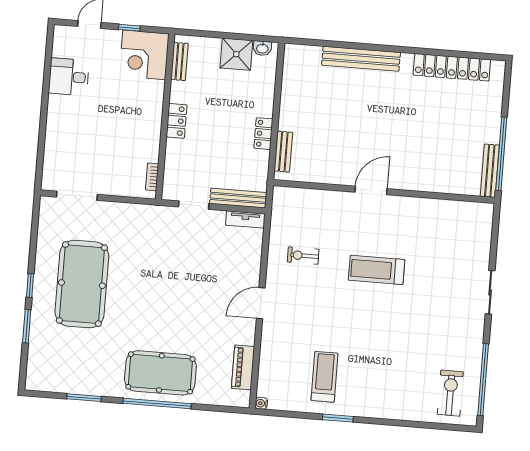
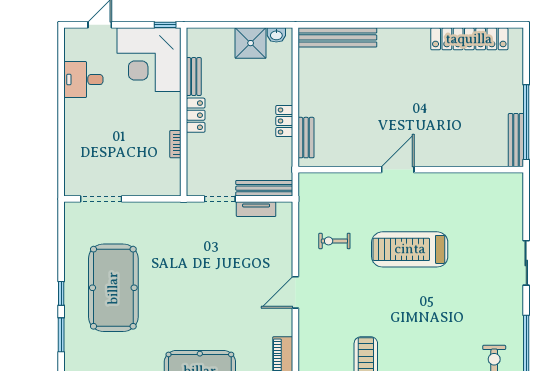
window: (129, 28) -> (165, 25), moved
corner desk: (144, 55) -> (149, 60), width x1.36, depth x1.36
bench: (361, 59) -> (337, 37), moved
bench: (179, 61) -> (194, 77), moved
bookcase: (152, 177) -> (175, 144), moved
tv unit: (245, 219) -> (256, 209), moved
treadmill: (377, 270) -> (410, 249), width x1.37, depth x1.38

